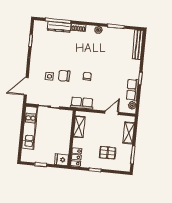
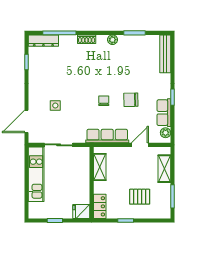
dresser: (59, 27) -> (43, 41), moved
chair: (64, 76) -> (131, 100), moved
row of seats: (82, 103) -> (107, 136), width x1.48

